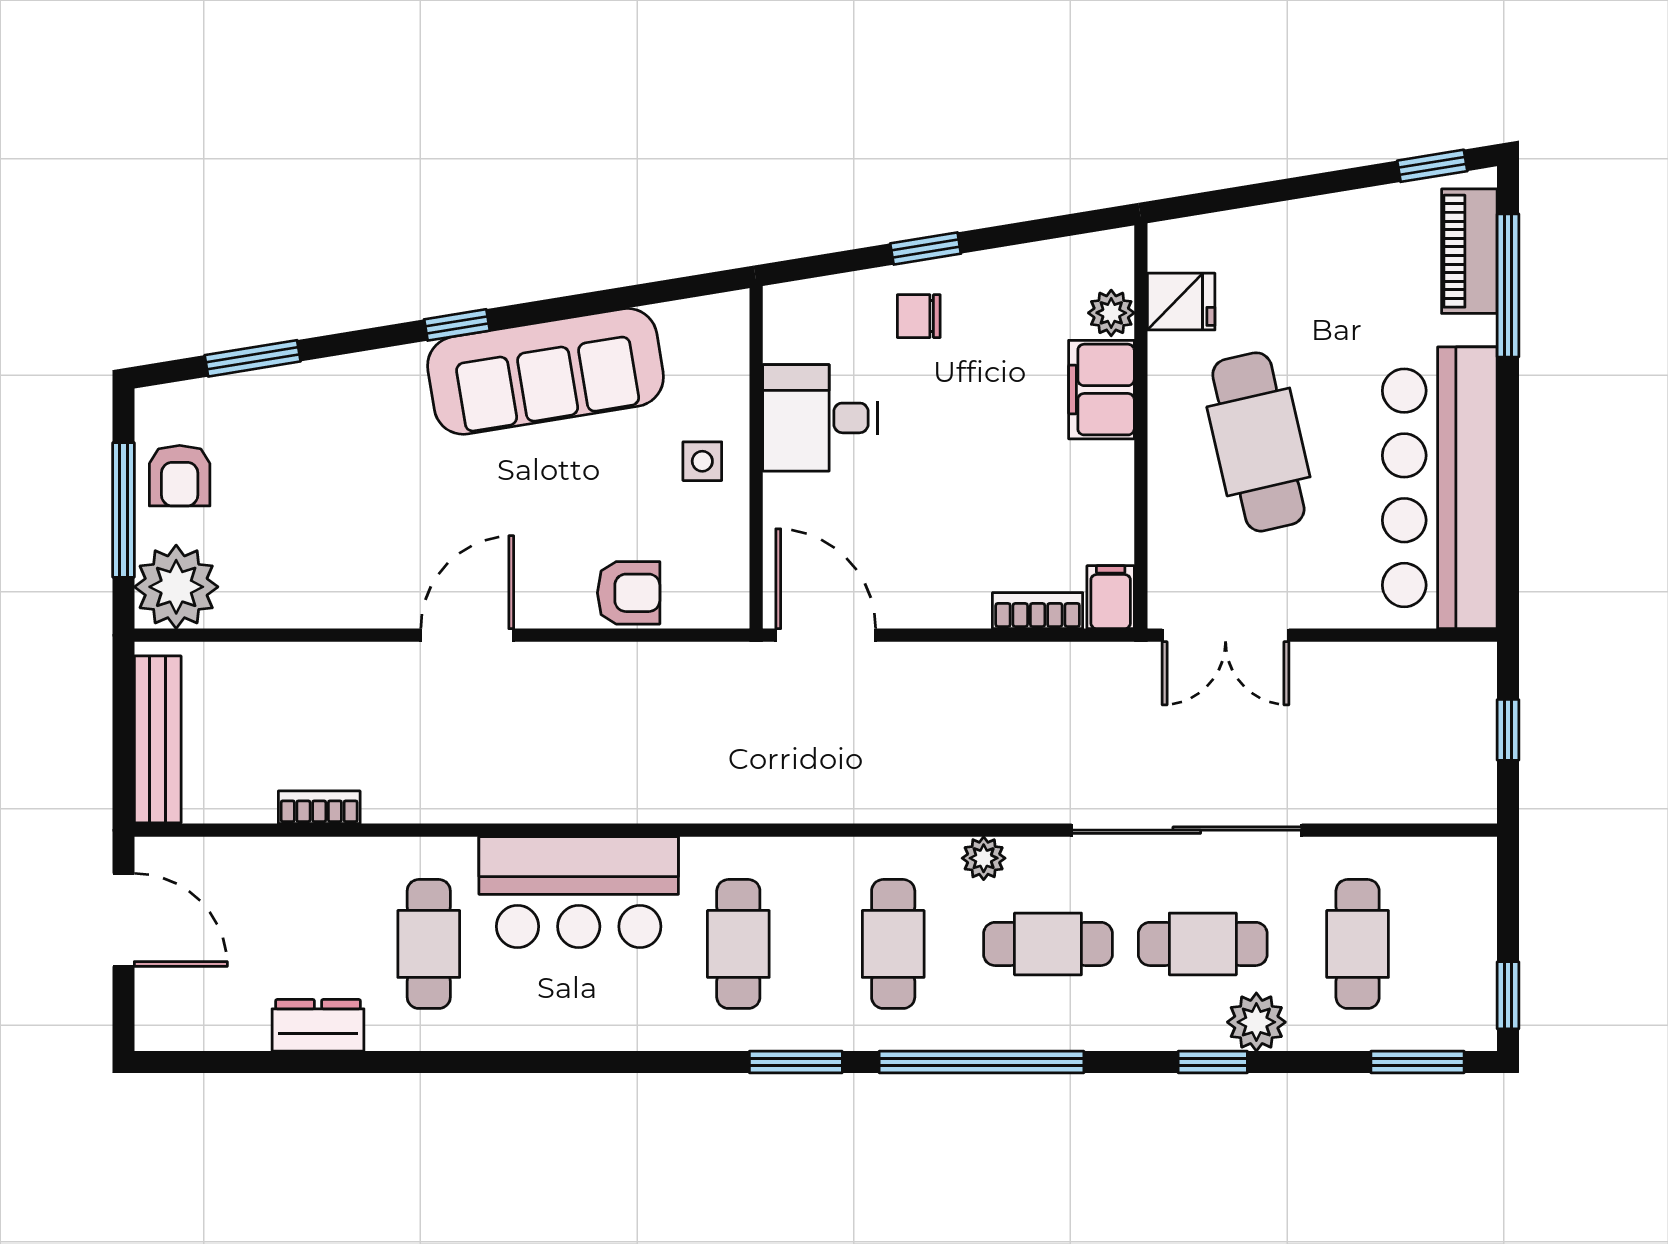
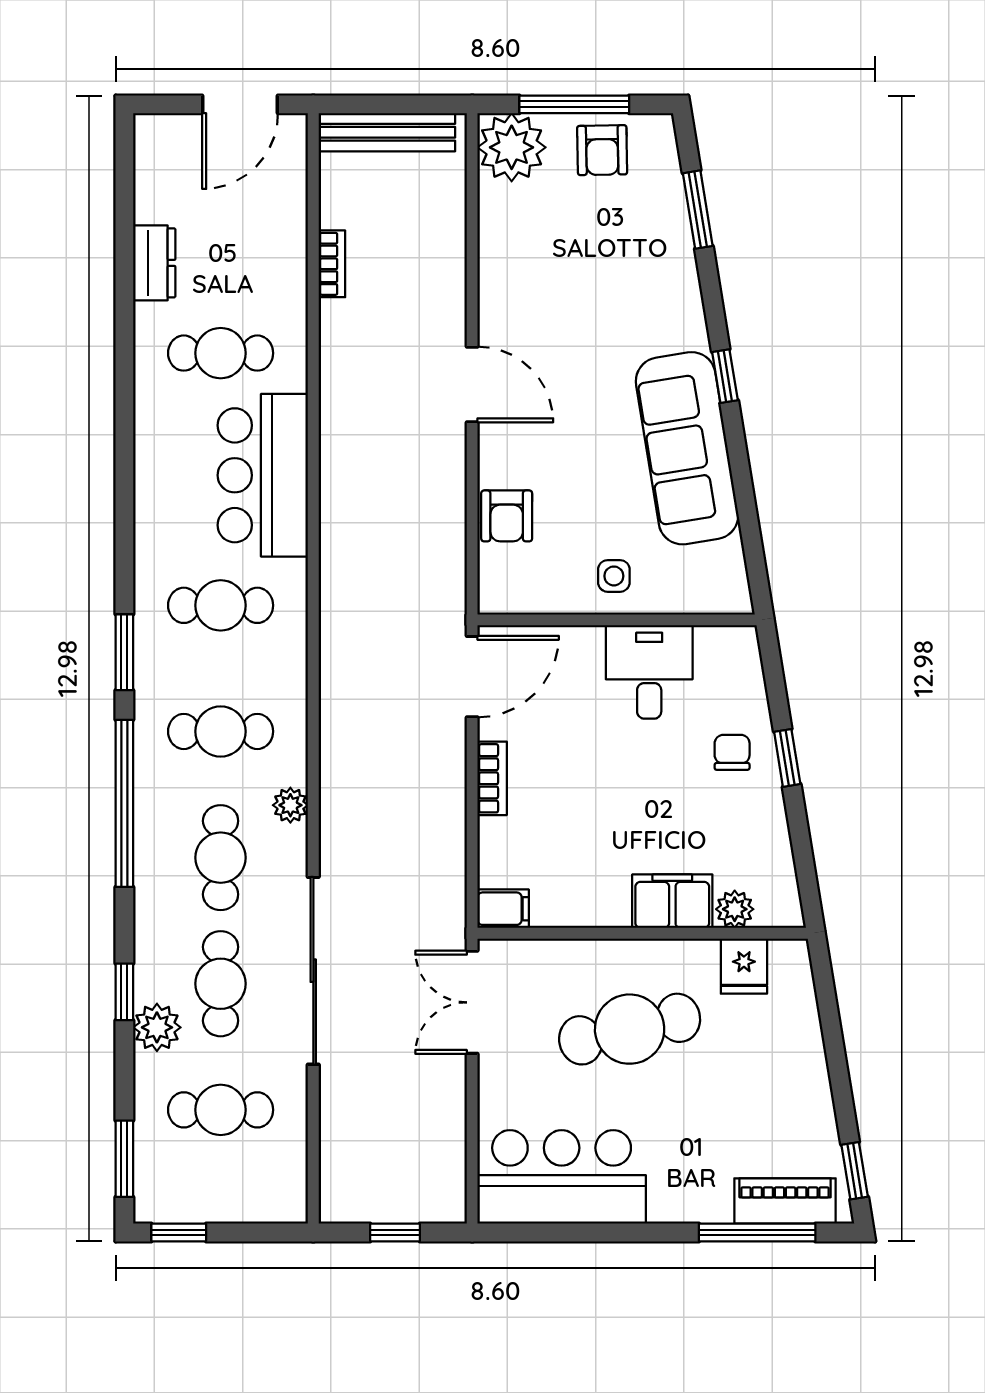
armchair: (180, 476) -> (602, 150), turned -91
bar counter: (1440, 488) -> (562, 1177), width x0.73
bookcase: (1038, 611) -> (492, 778), moved

